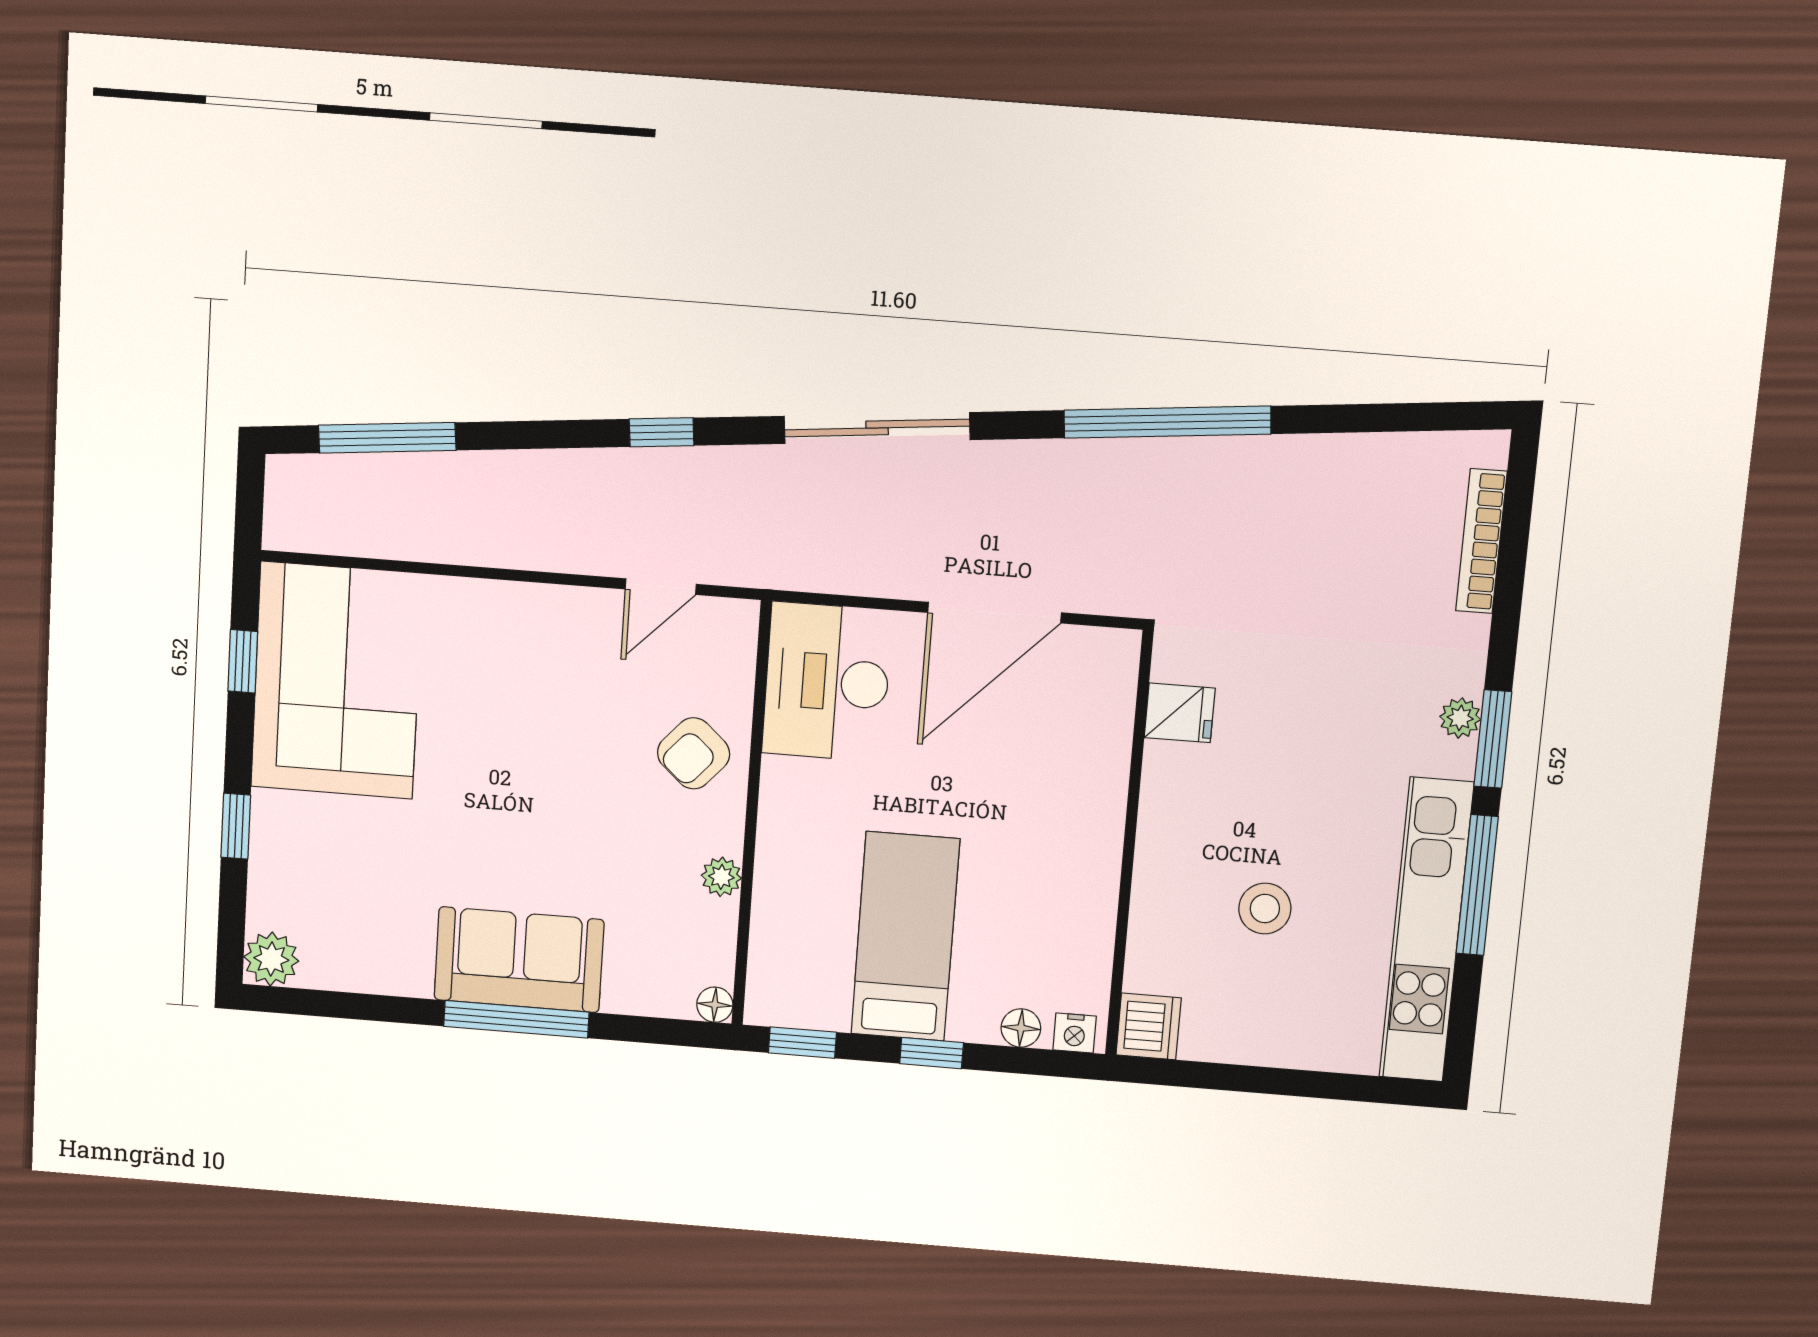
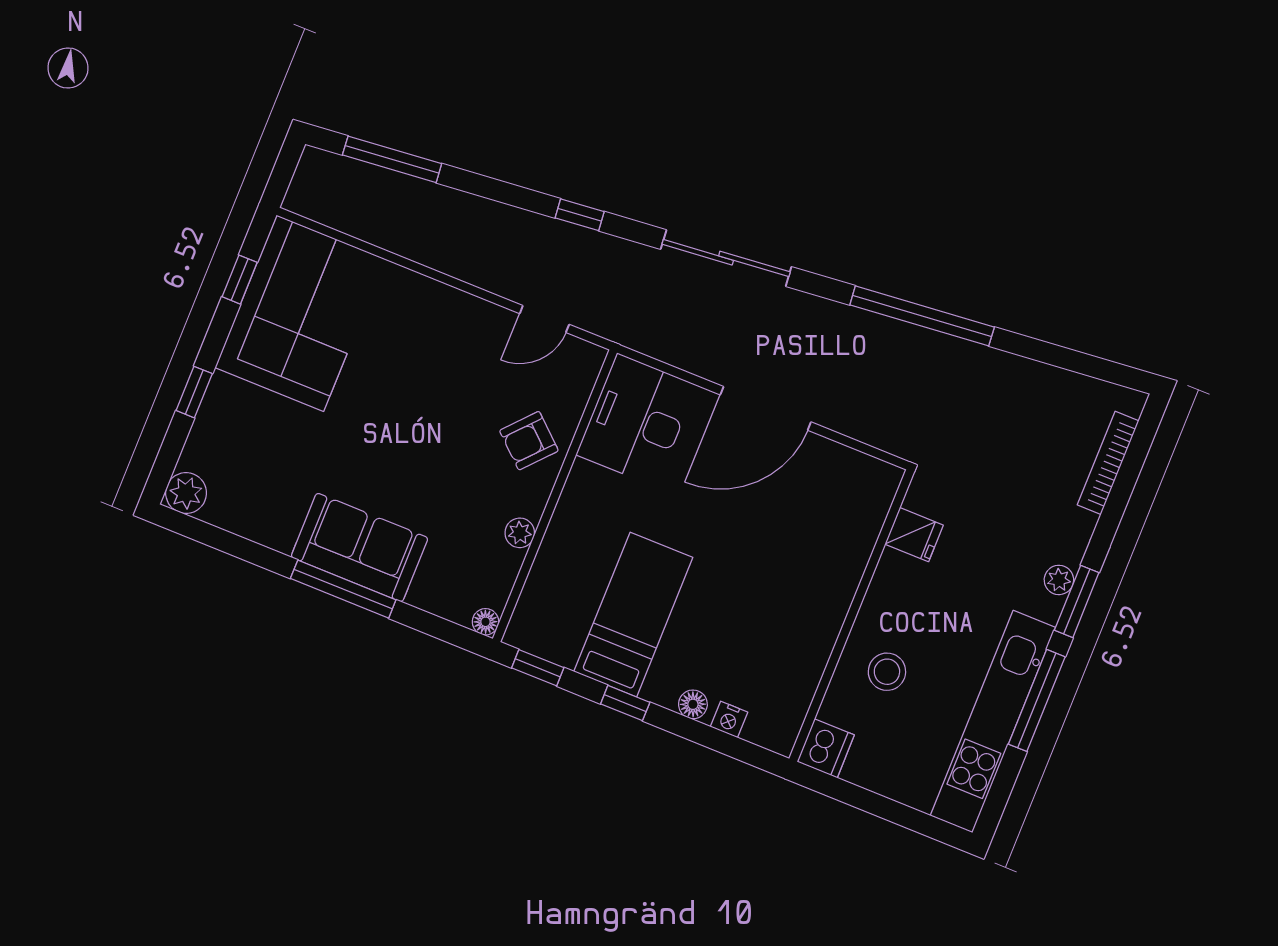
fridge: (1180, 713) -> (914, 535), moved
wall: (1129, 845) -> (852, 616), moved
dishwasher: (1149, 1026) -> (826, 748), moved

